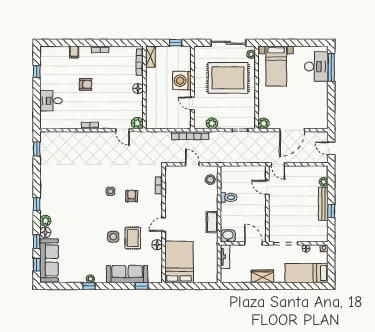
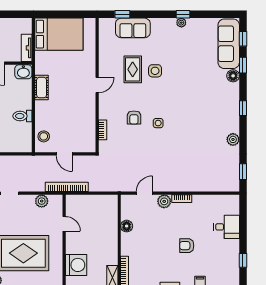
washing machine: (182, 81) -> (76, 265), moved
floor lamp: (138, 89) -> (127, 226), moved
plant: (137, 123) -> (164, 201), moved
door: (122, 130) -> (144, 193), hinge flipped
plant: (45, 221) -> (233, 139), moved
floor lamp: (157, 245) -> (105, 62), removed
bed: (179, 262) -> (59, 34), moved, turned -90
sofa: (127, 274) -> (133, 28), width x0.73

